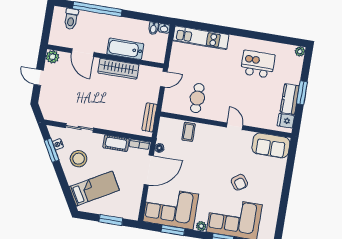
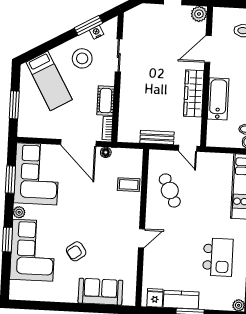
cafe table: (197, 98) -> (170, 190), turned 65
bench: (150, 117) -> (157, 137), moved
sofa: (271, 145) -> (100, 292), moved, turned 90

